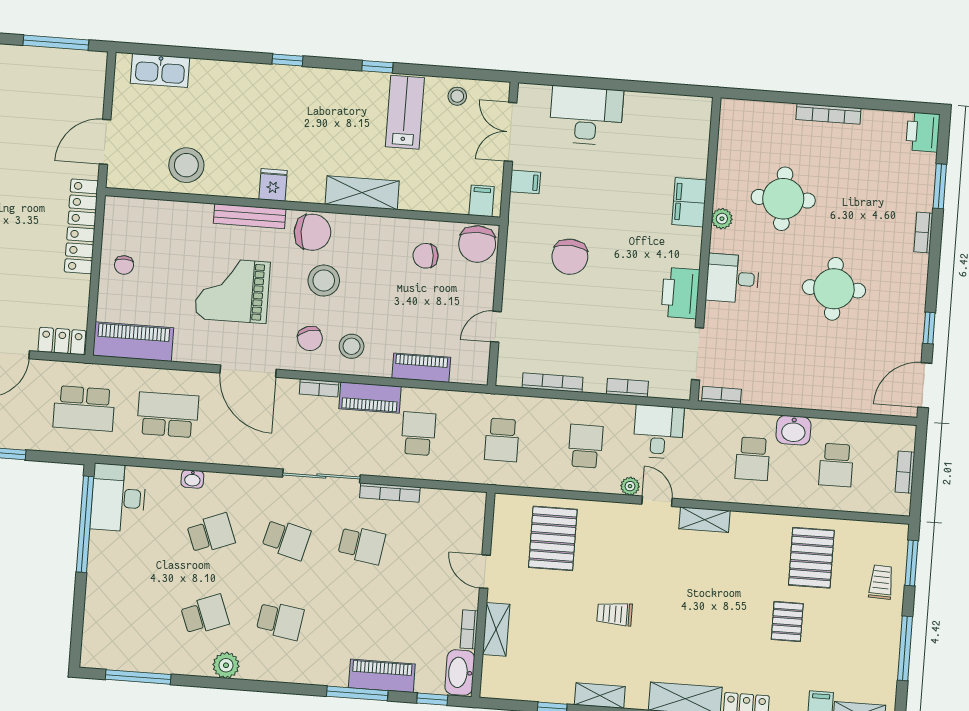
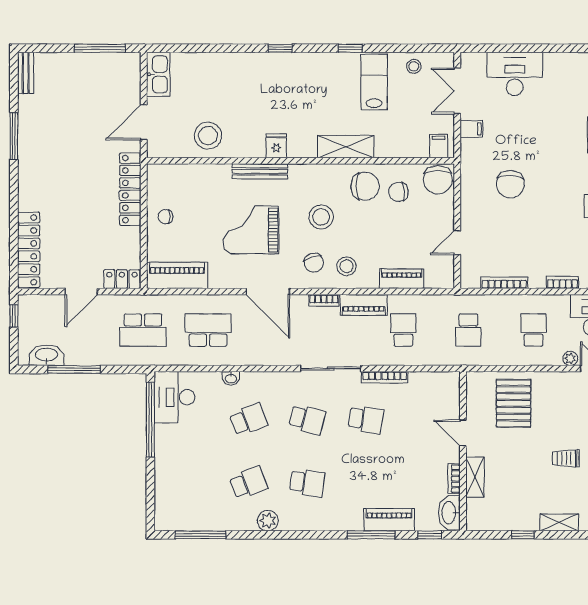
kitchen sink: (160, 71) -> (158, 74), moved, turned -90
chair: (312, 232) -> (365, 186), moved
chair: (124, 265) -> (165, 217), turned 90

